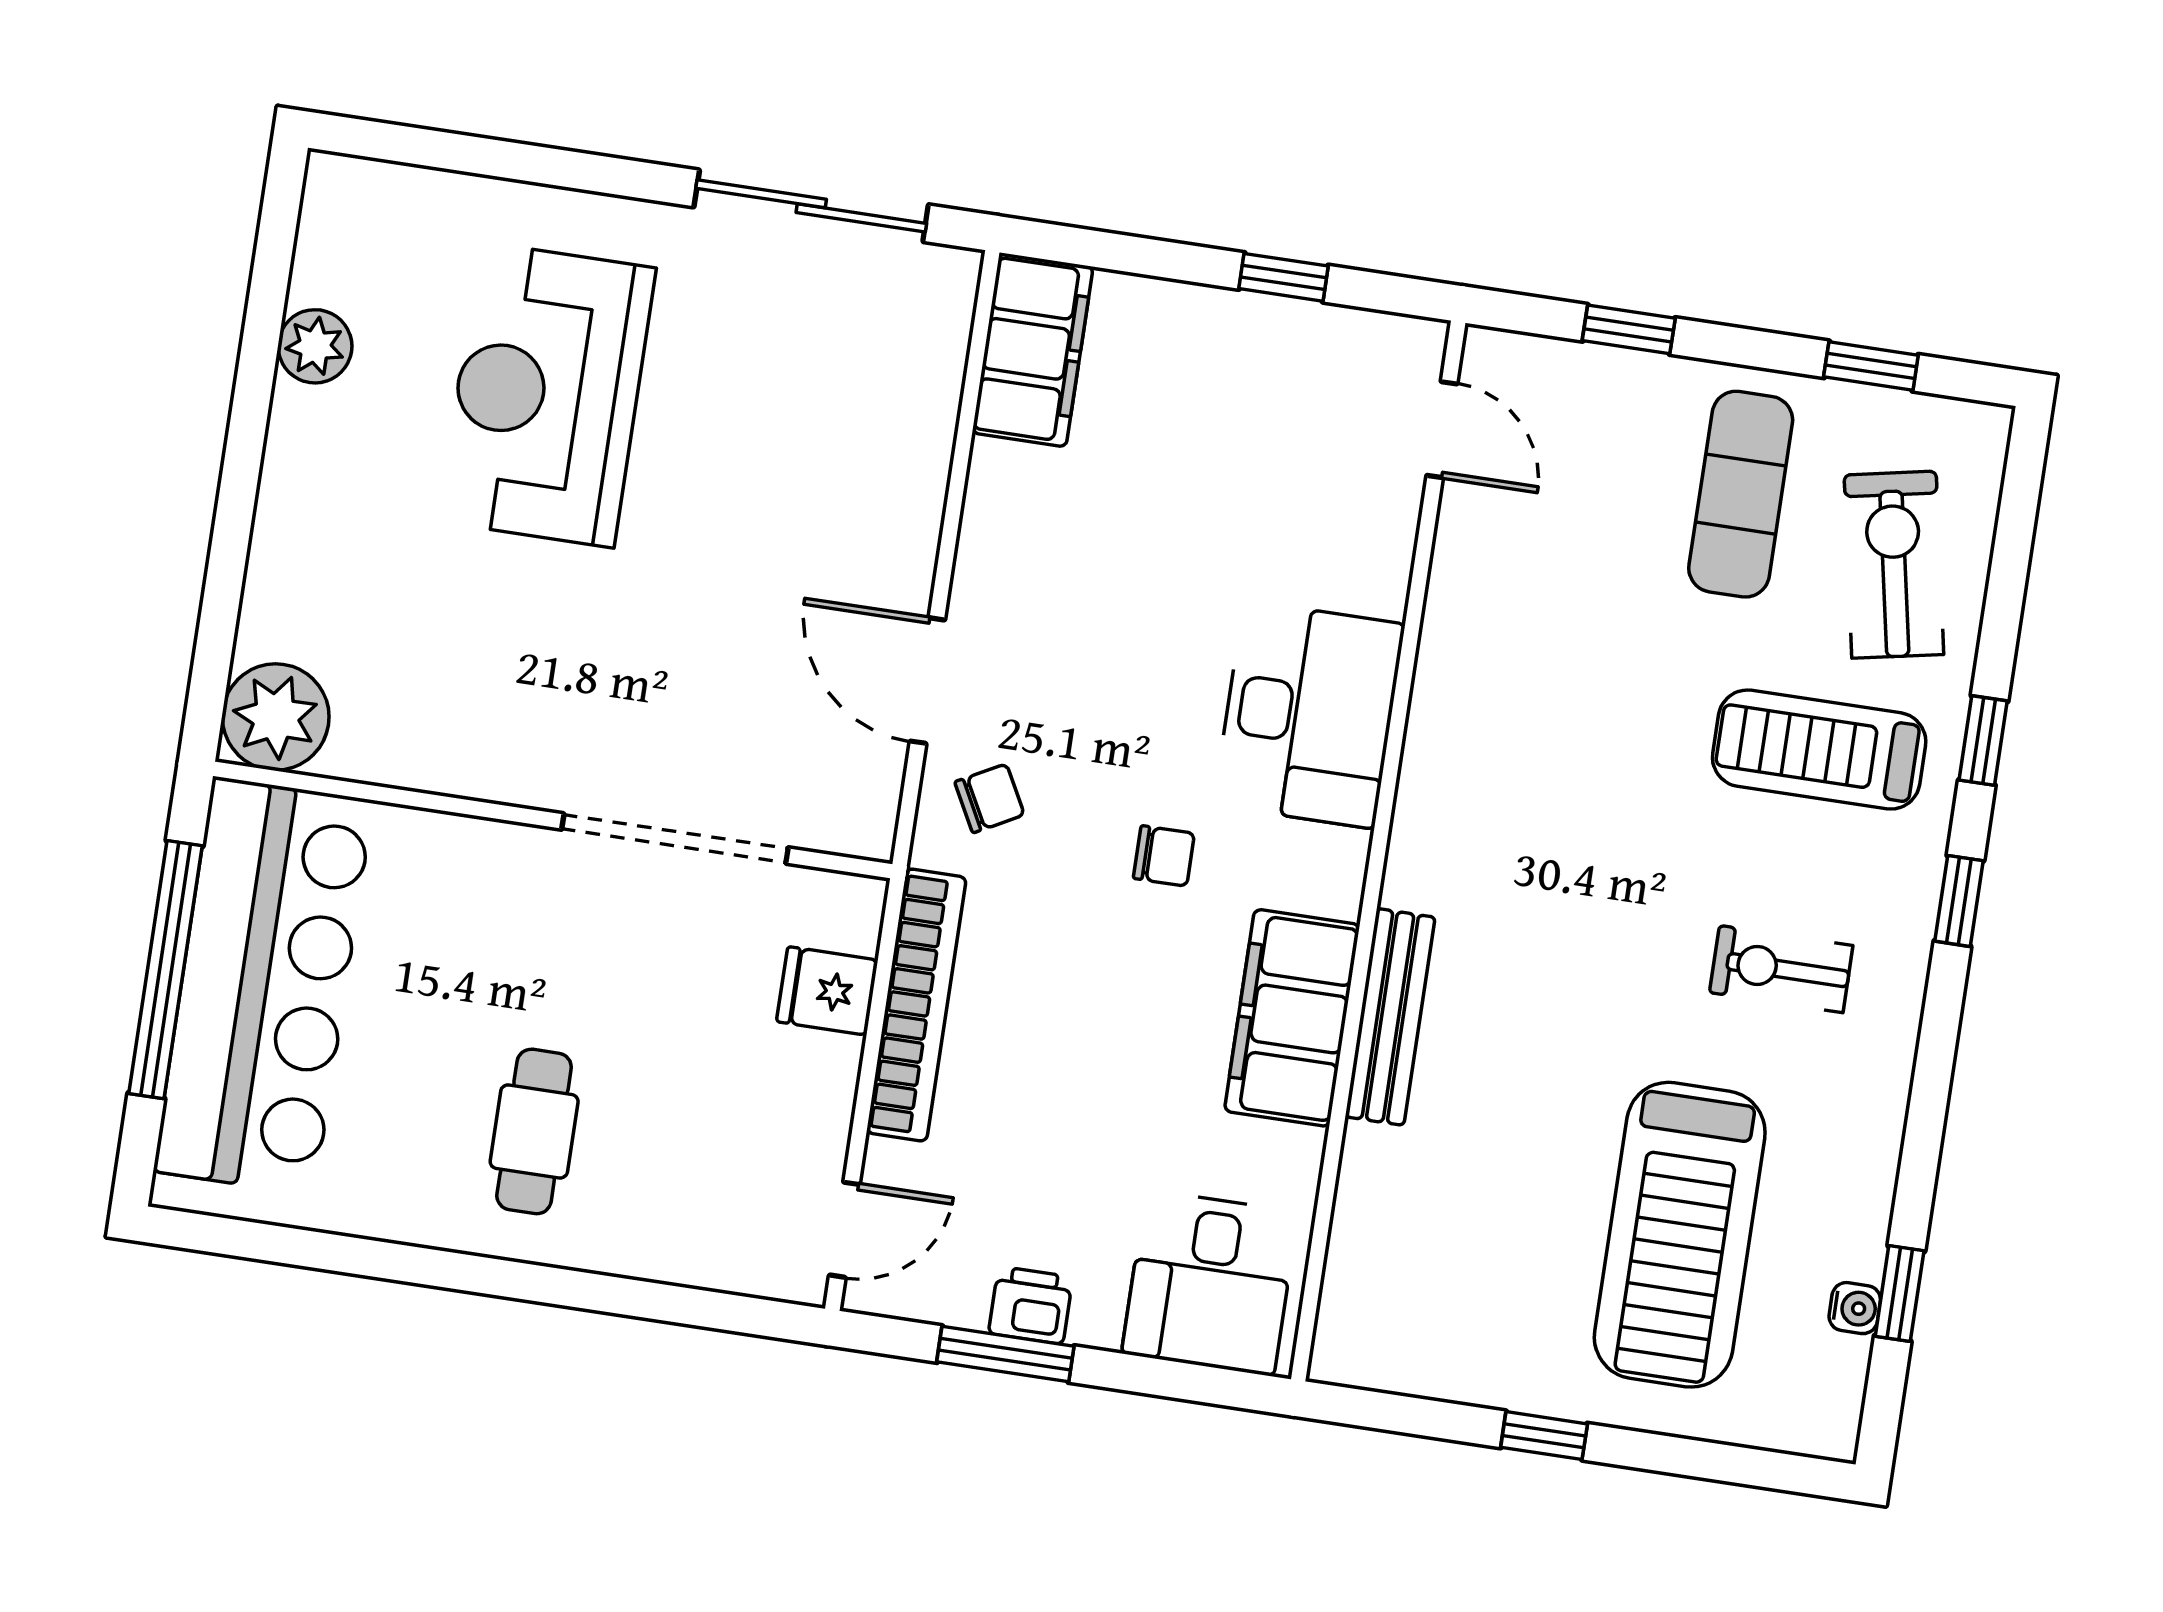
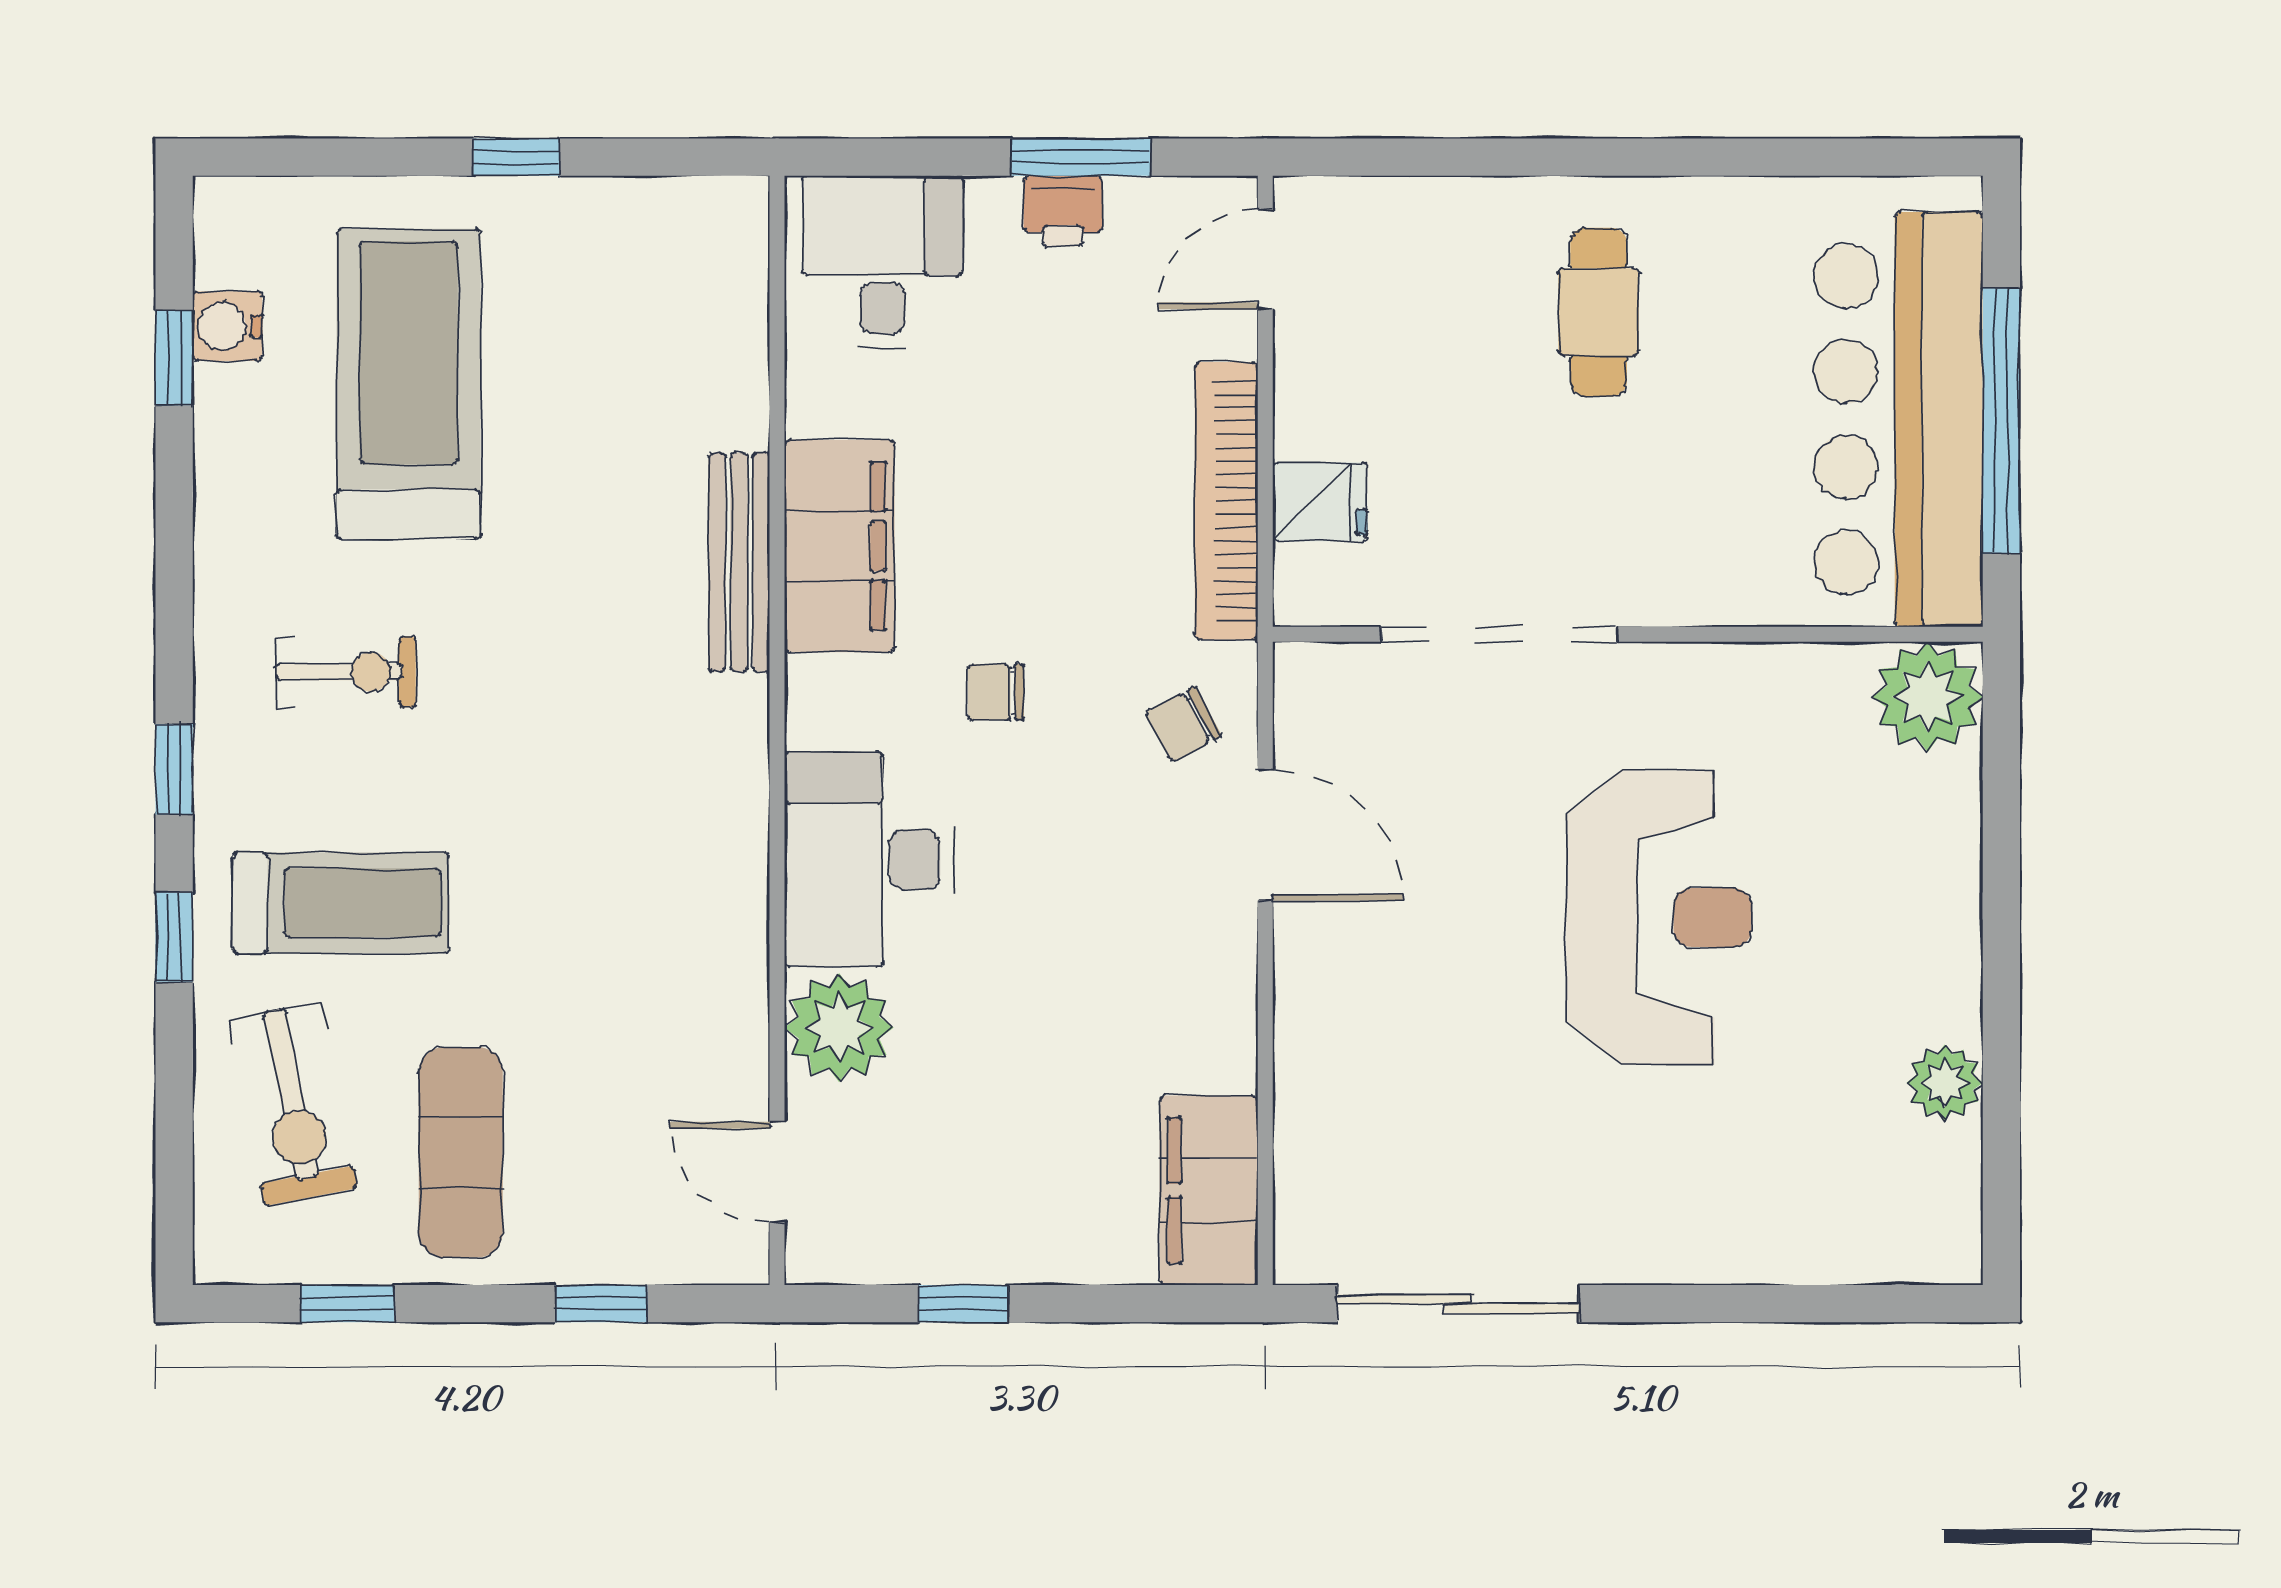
reception desk: (547, 395) -> (1659, 918), moved
plant: (1362, 558) -> (839, 1028), added
water cooler: (1855, 1308) -> (227, 326), width x1.38, depth x1.38

